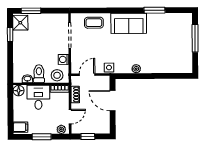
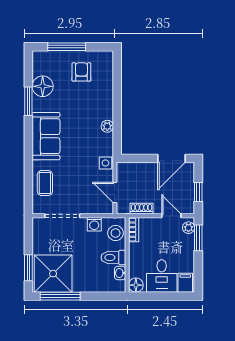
floor lamp: (166, 21) -> (43, 86), added
shower: (20, 23) -> (53, 274), width x1.86, depth x1.86
window: (10, 34) -> (60, 296), width x2.17
armchair: (176, 49) -> (81, 72), added
desk: (38, 97) -> (162, 276), moved, turned -90
door: (113, 101) -> (172, 158), moved
window: (42, 137) -> (198, 238), moved

